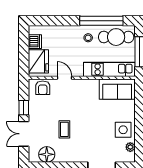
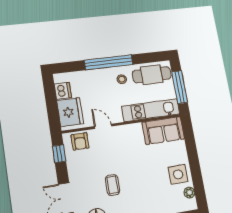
window: (101, 21) -> (109, 62), moved
window: (24, 108) -> (59, 154), moved

